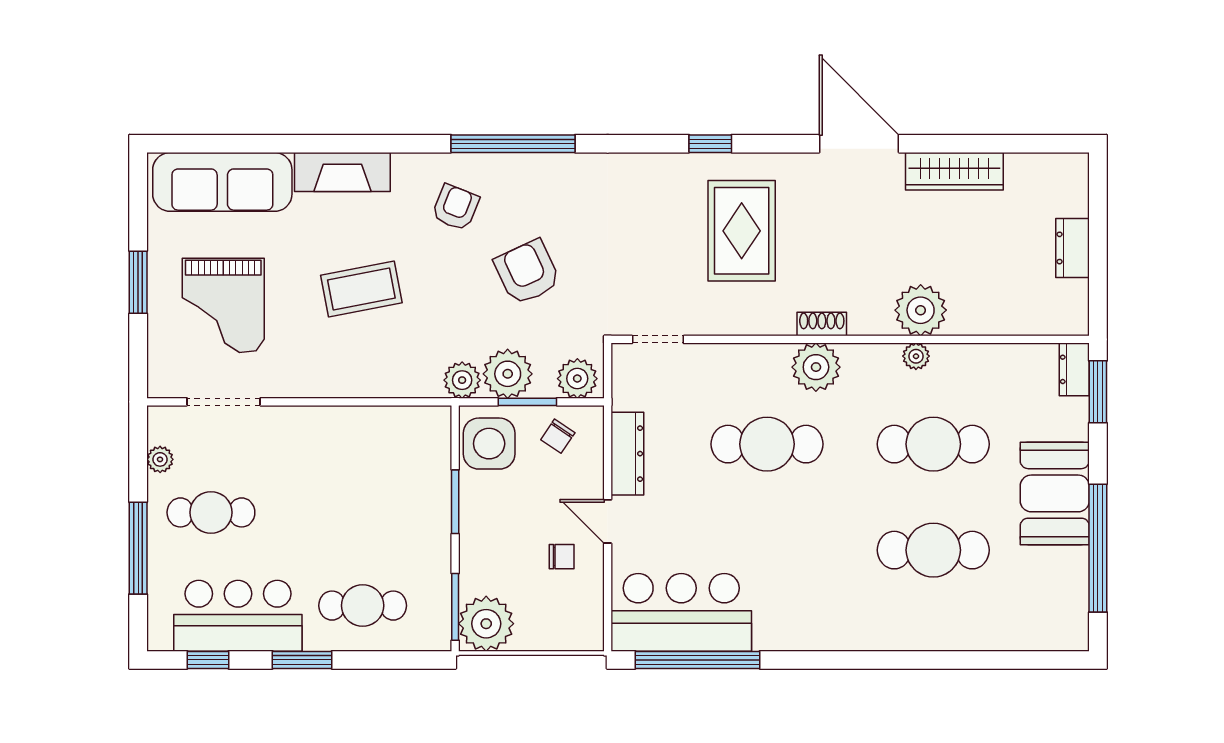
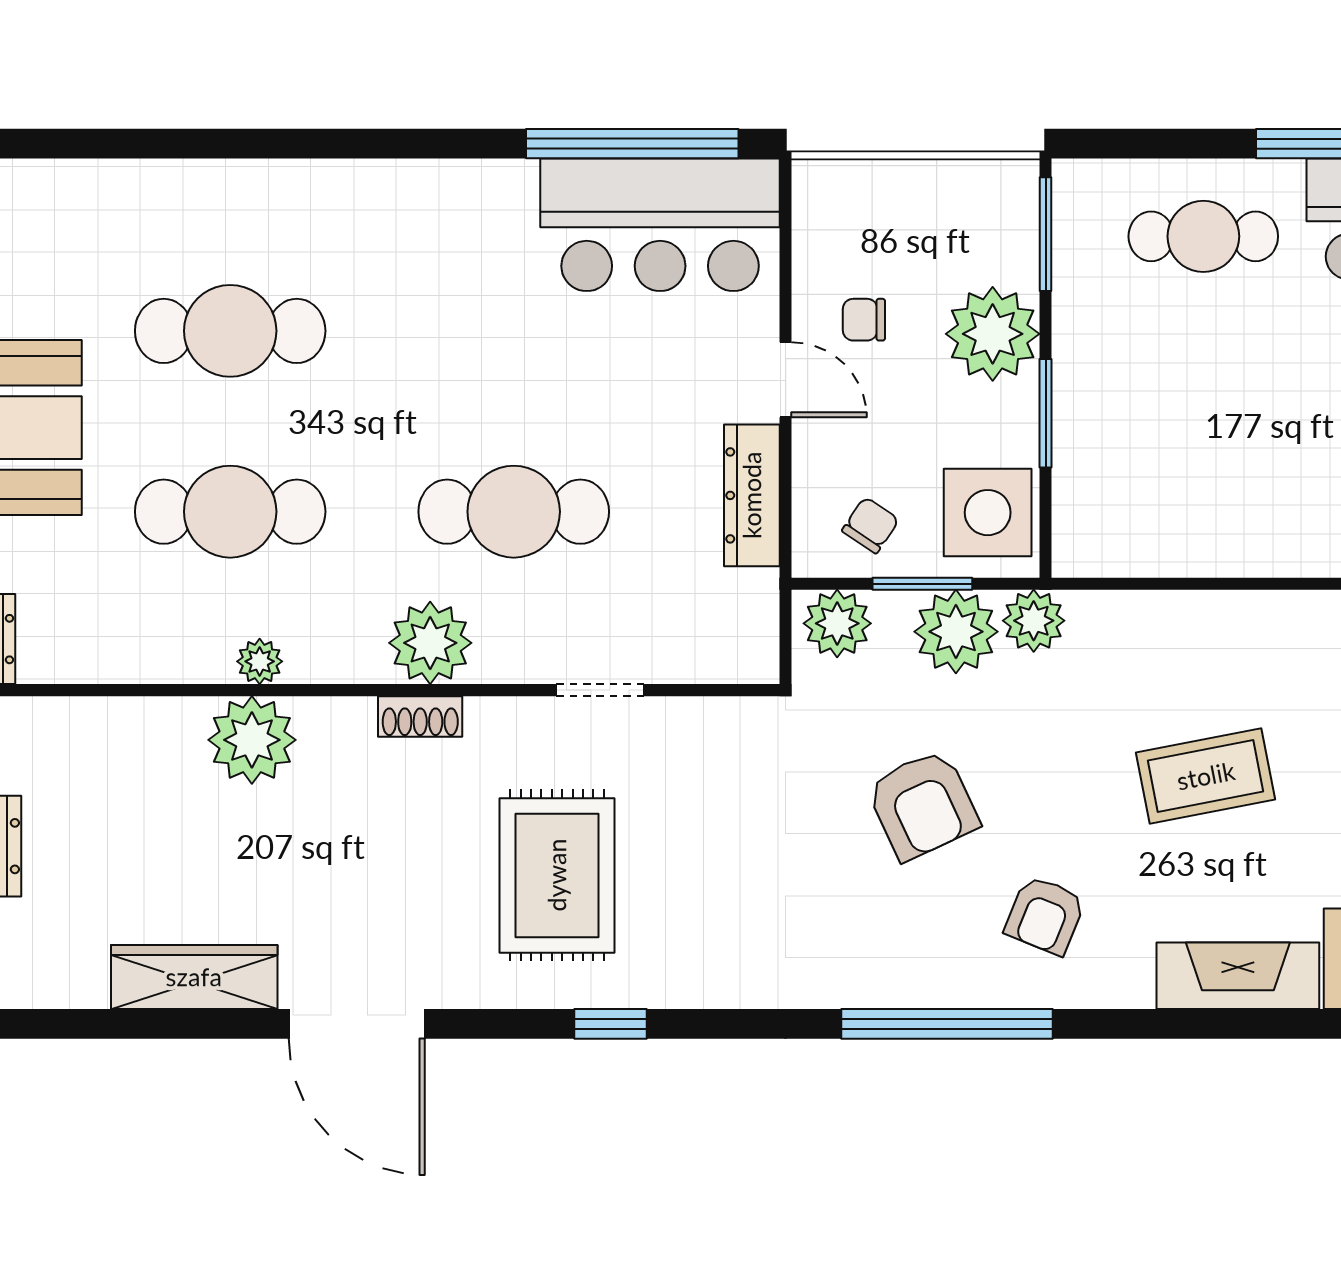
doorway: (658, 339) -> (600, 690), moved
plant: (486, 624) -> (993, 334), moved

